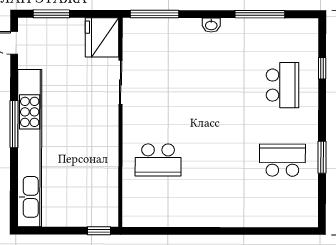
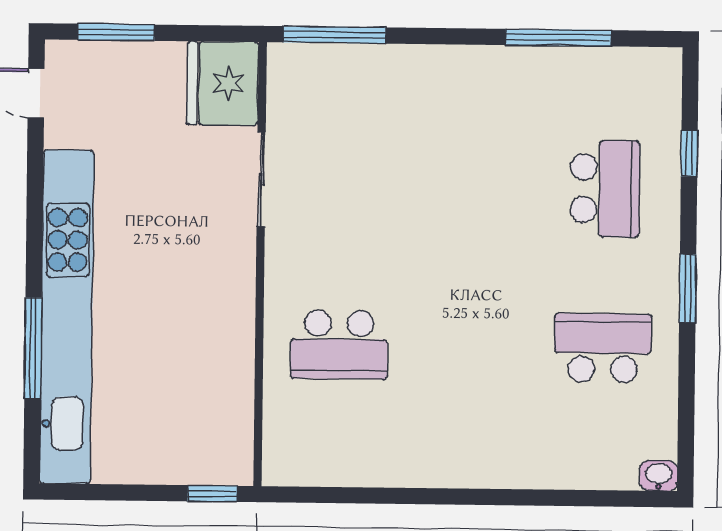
washbasin: (211, 25) -> (659, 476), moved, turned 180
window: (14, 124) -> (33, 348), moved
window: (322, 157) -> (688, 288), moved

